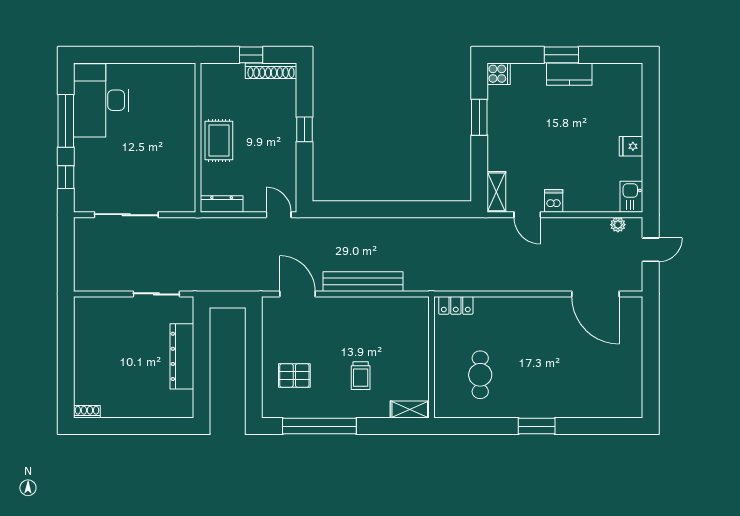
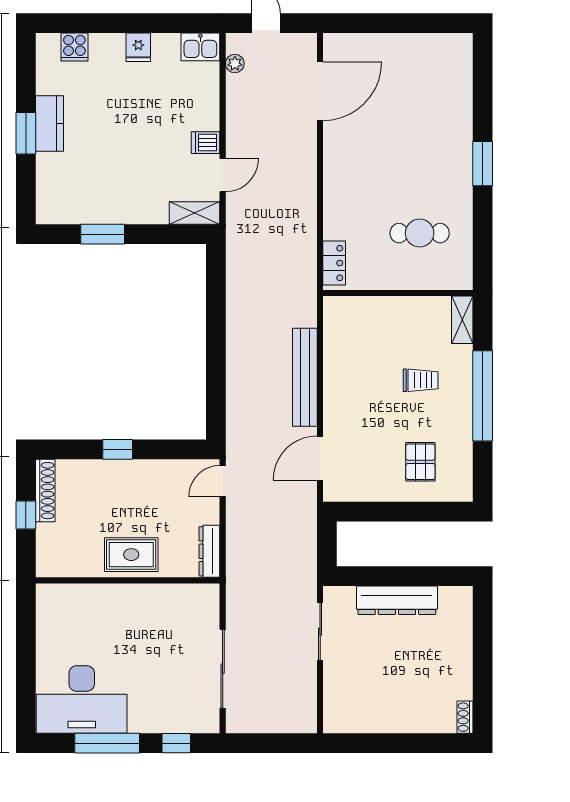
cooker: (499, 74) -> (74, 47), moved, turned 180
window: (319, 426) -> (483, 396), moved

